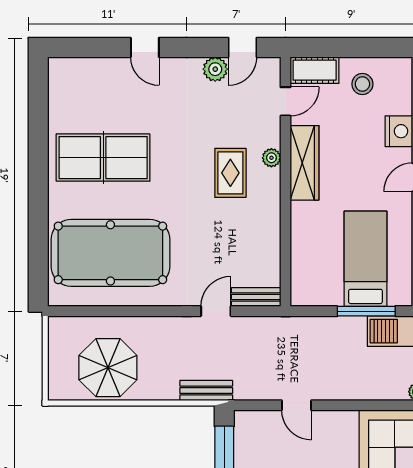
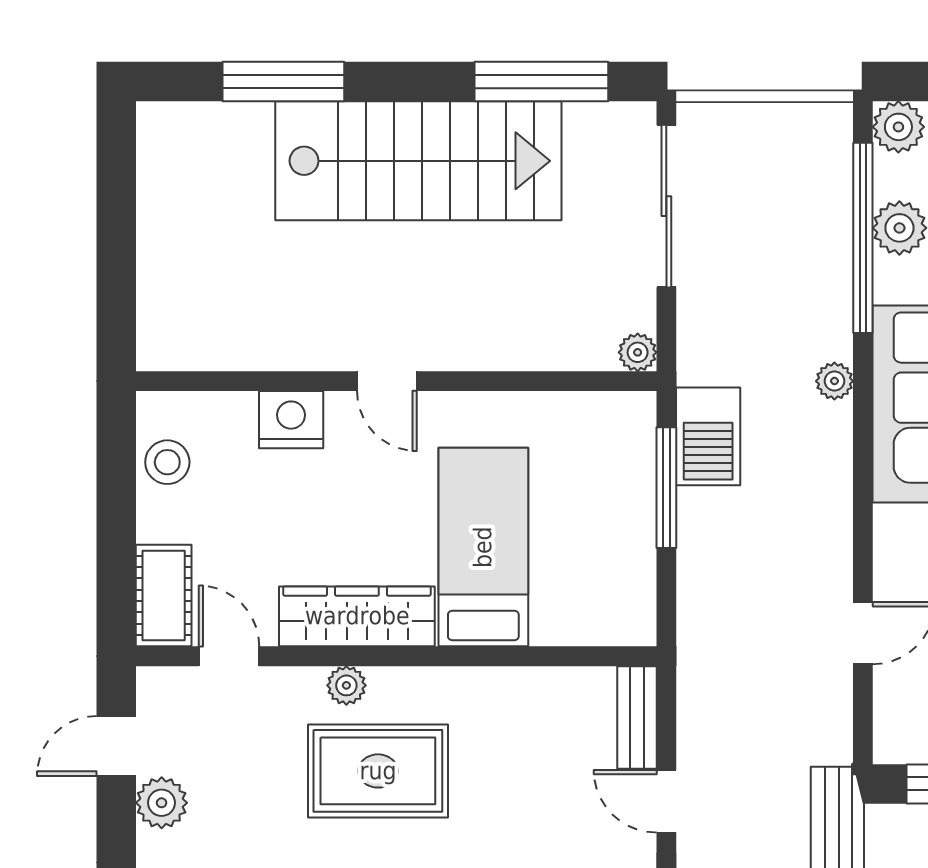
door: (242, 47) -> (116, 746), swing flipped
stool: (362, 84) -> (167, 462), moved
rug: (230, 173) -> (378, 771), width x1.36, depth x1.43
bed: (365, 259) -> (483, 547), moved, turned 90

